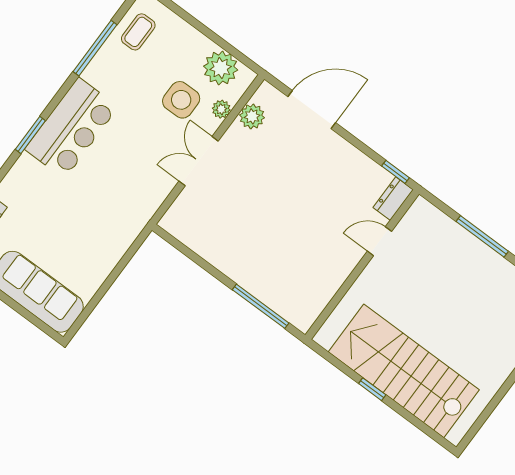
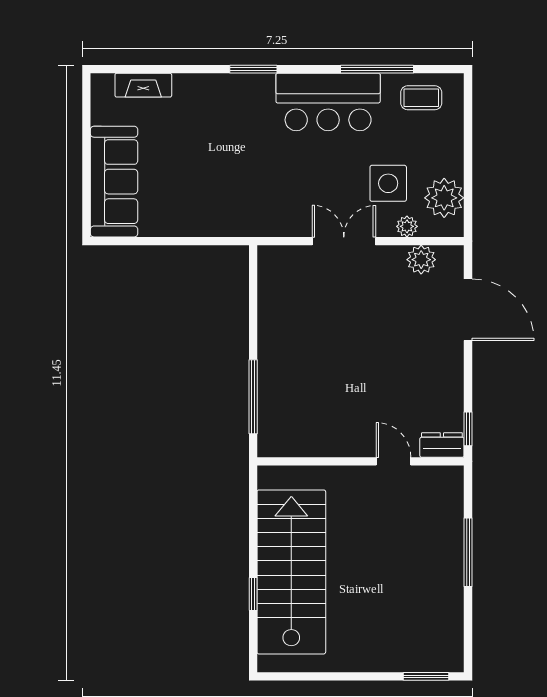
bar counter: (71, 128) -> (328, 102), moved
window: (372, 389) -> (253, 594), moved

